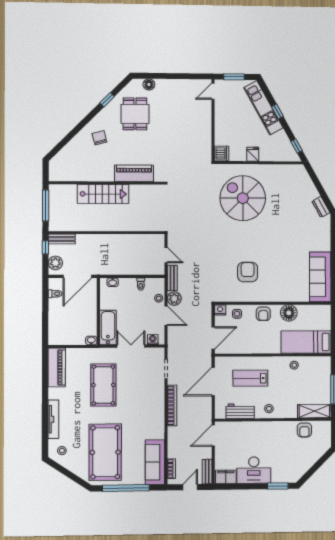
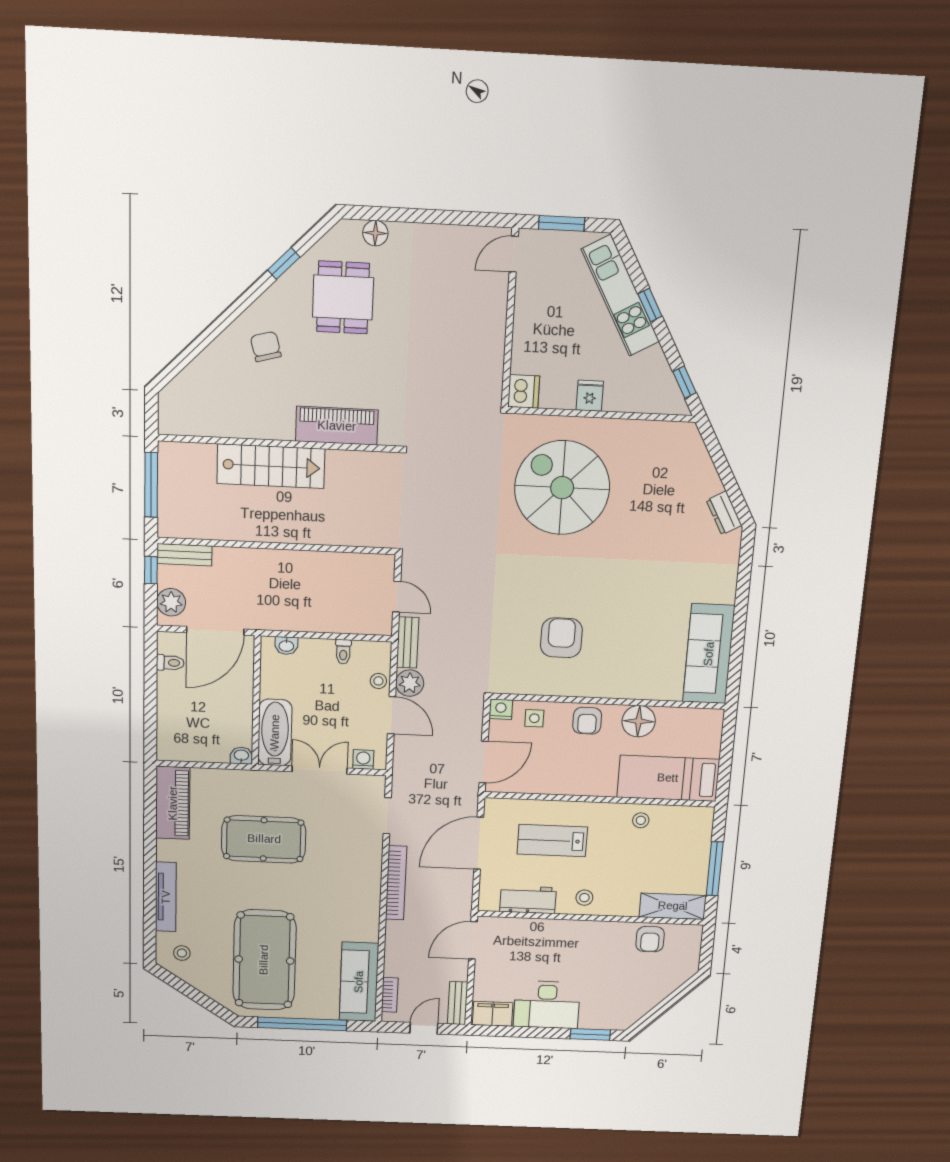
pool table: (103, 385) -> (264, 839), turned 90

